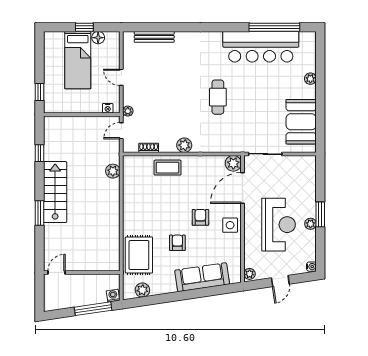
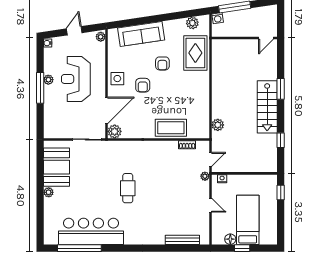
plant: (310, 79) -> (49, 192), moved
plant: (184, 145) -> (157, 147), removed
coffee table: (168, 168) -> (171, 128), width x1.36, depth x1.32
window: (320, 214) -> (40, 88), width x1.44

